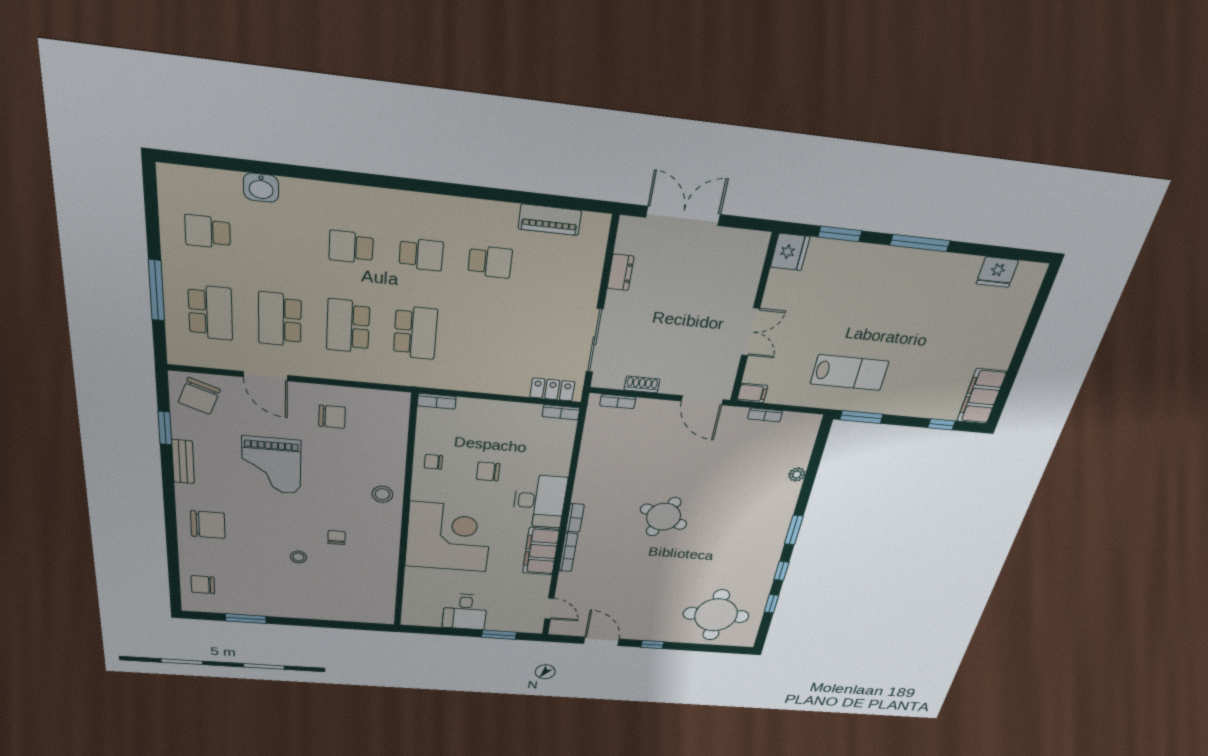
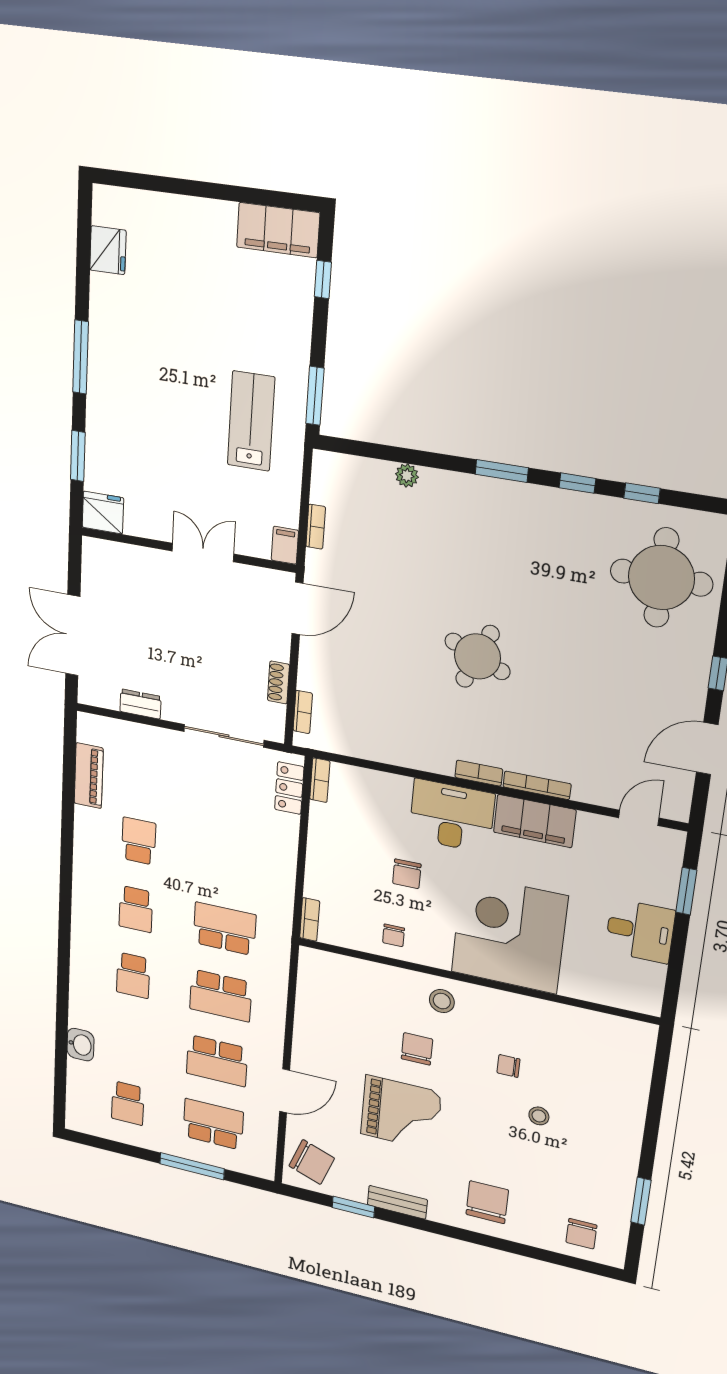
school desk: (421, 255) -> (136, 909), turned 180
chair: (332, 417) -> (417, 1049), moved

